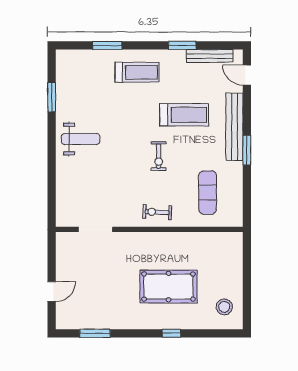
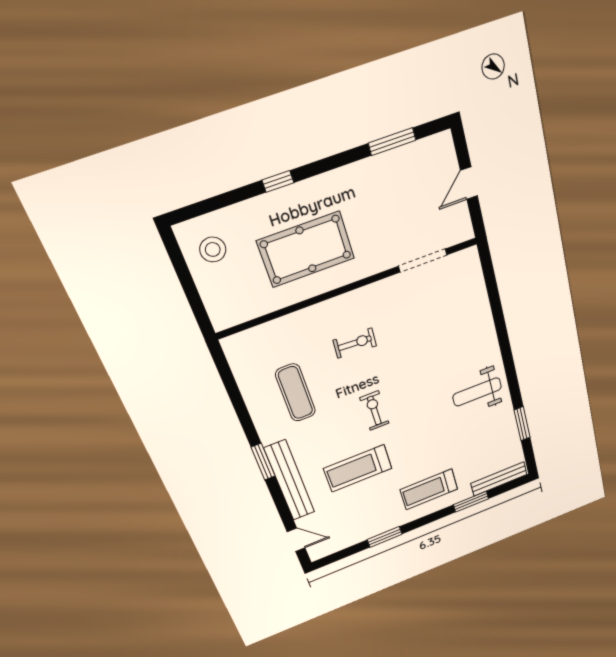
bench: (210, 56) -> (499, 479), moved
doorway: (95, 229) -> (423, 261), moved
wall: (149, 229) -> (349, 288), moved

